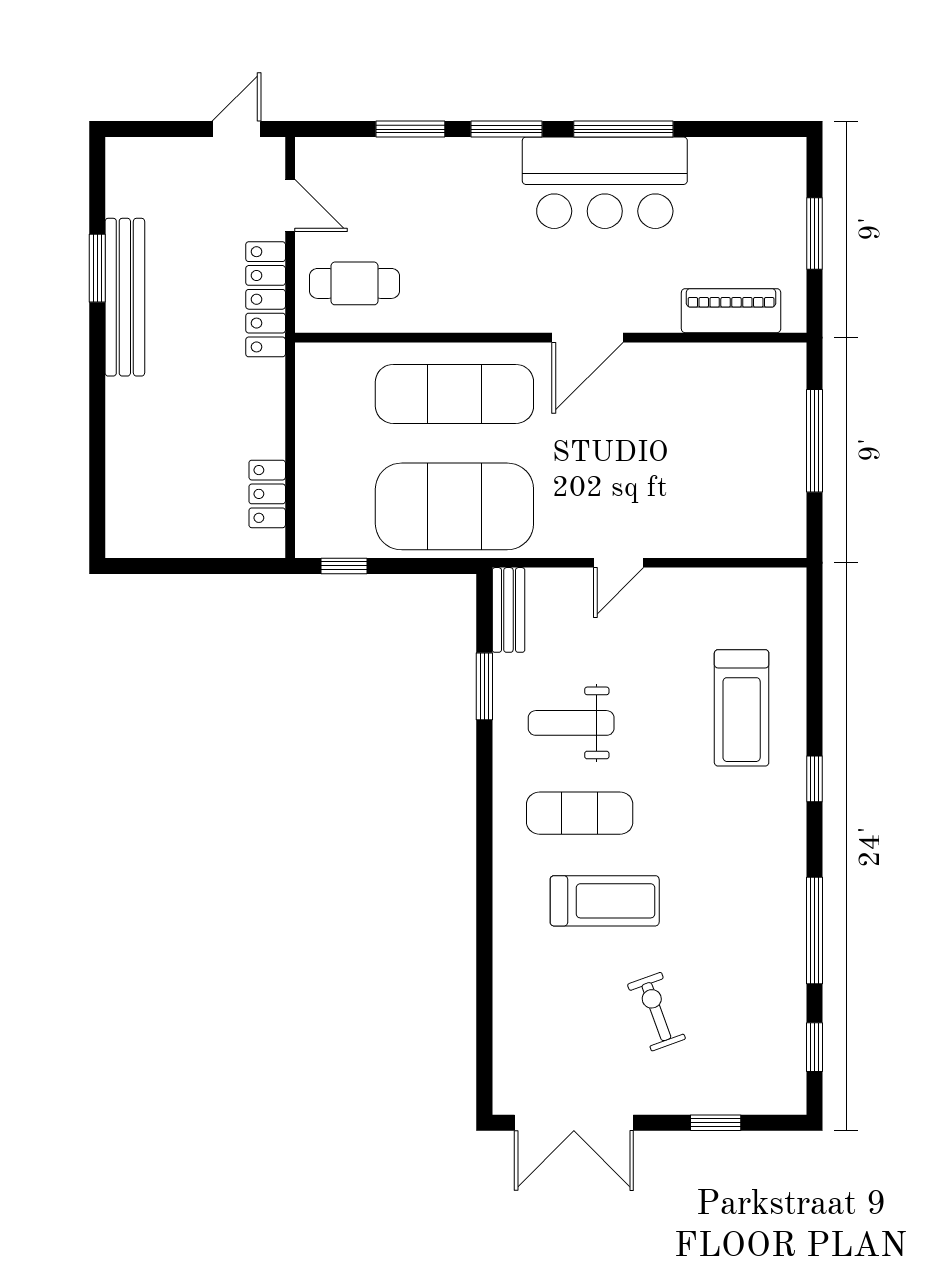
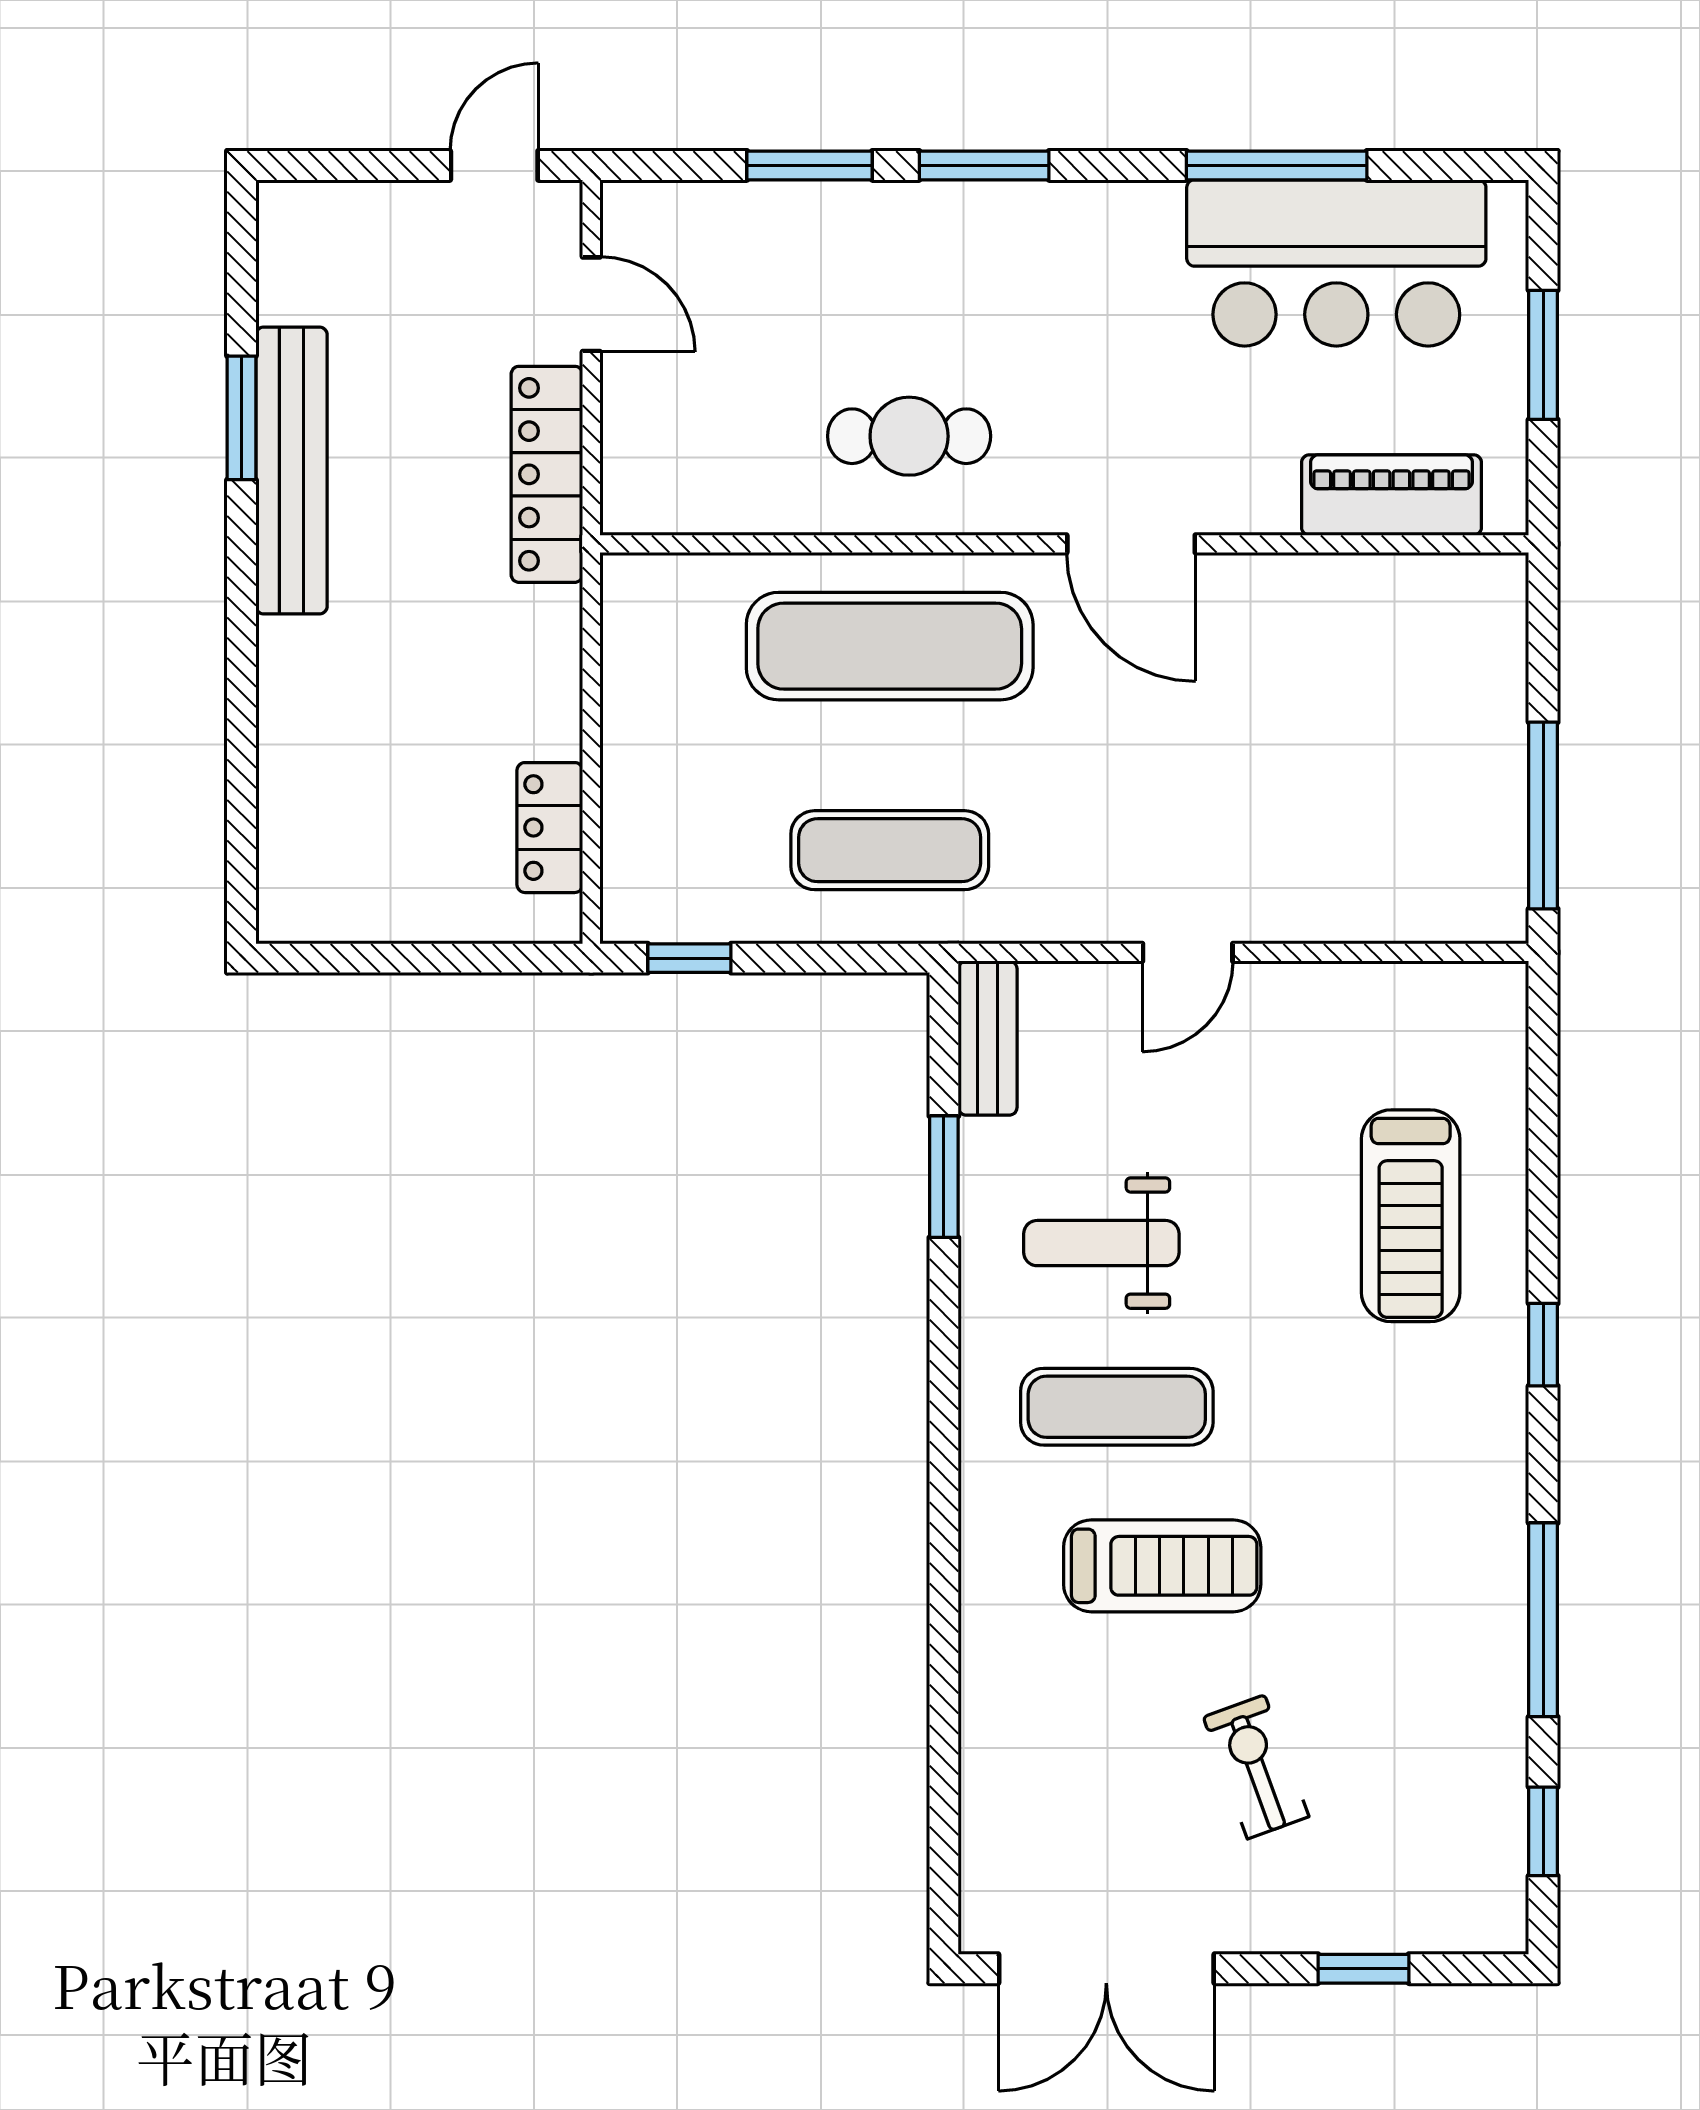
window: (623, 129) -> (1277, 165), moved
bar counter: (605, 183) -> (1336, 263), moved
cafe table: (354, 283) -> (909, 436), moved
door: (588, 338) -> (1131, 544), hinge flipped
window: (815, 441) -> (1543, 815), moved
exercise mat: (454, 506) -> (890, 850), width x0.50, depth x0.69

